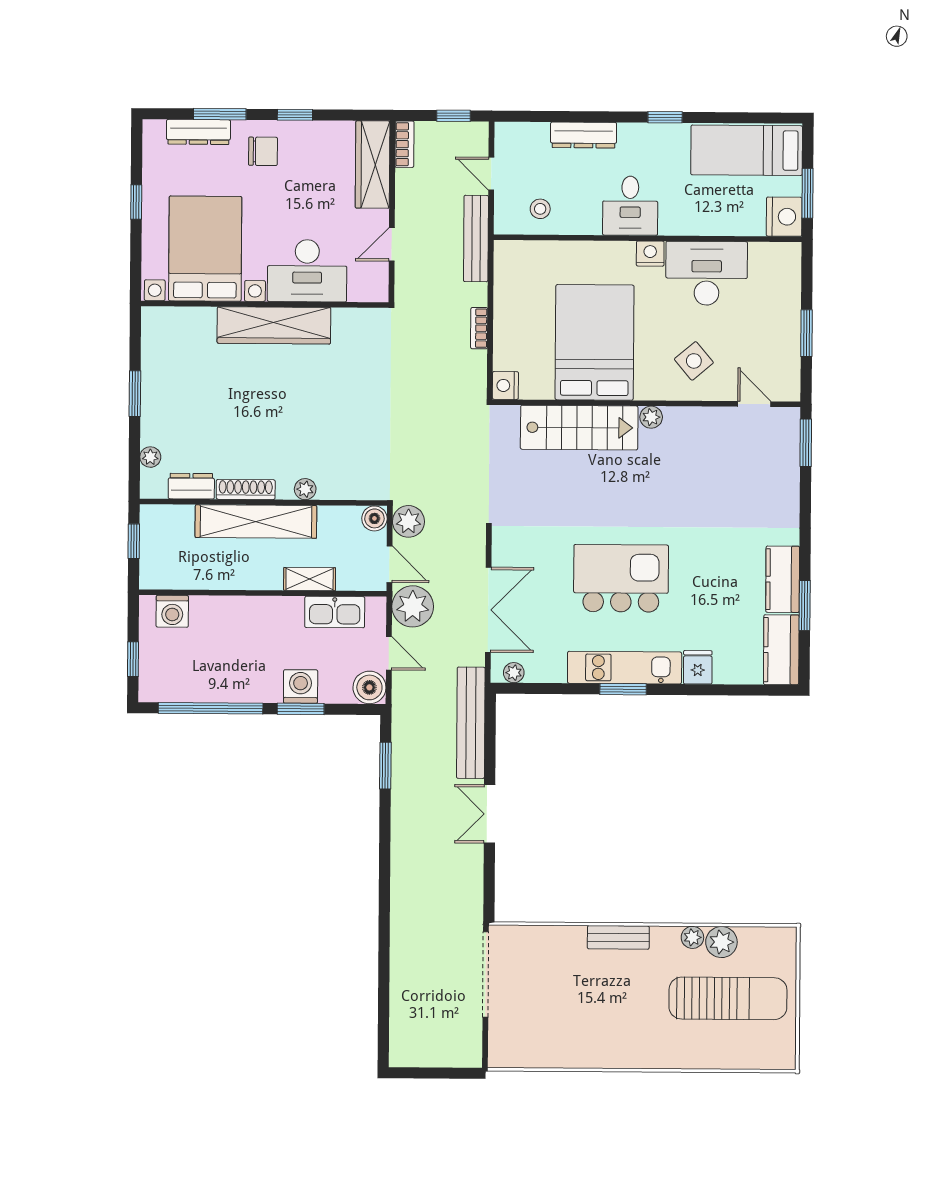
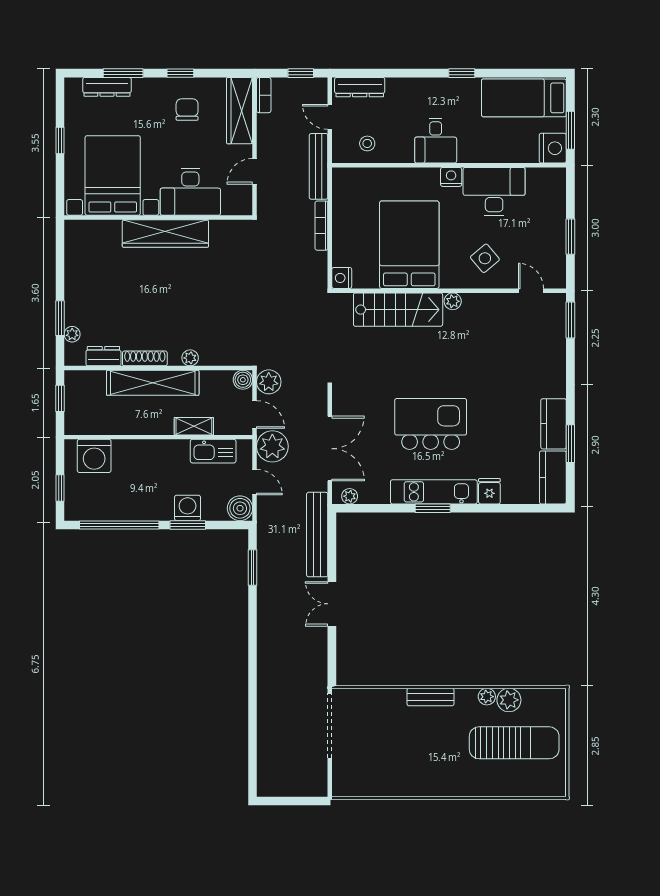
dresser: (584, 135) -> (360, 87), moved
chair: (263, 151) -> (187, 110), moved, turned -90
bookcase: (479, 328) -> (321, 226), width x1.56
window: (135, 394) -> (60, 318), moved
washing machine: (172, 611) -> (94, 456), width x1.37, depth x1.37

